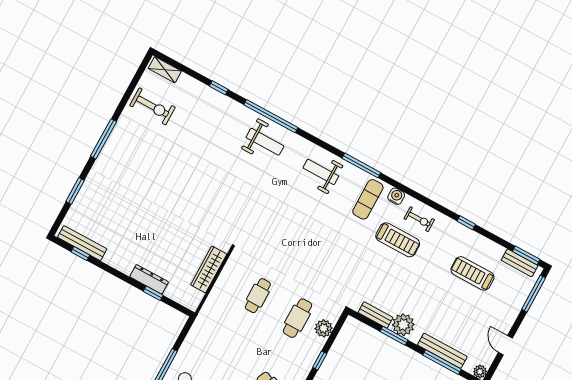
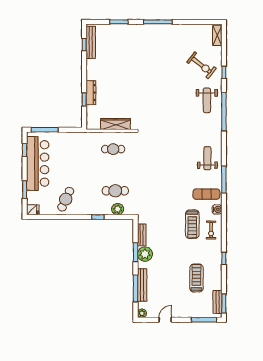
exercise bike: (153, 106) -> (201, 65), moved, turned -52
weight bench: (265, 142) -> (207, 100), moved
cafe table: (258, 296) -> (113, 149), moved

